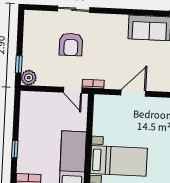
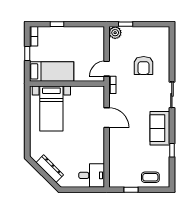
sliding door: (74, 9) -> (172, 95), moved
armchair: (71, 44) -> (144, 66), turned -90

